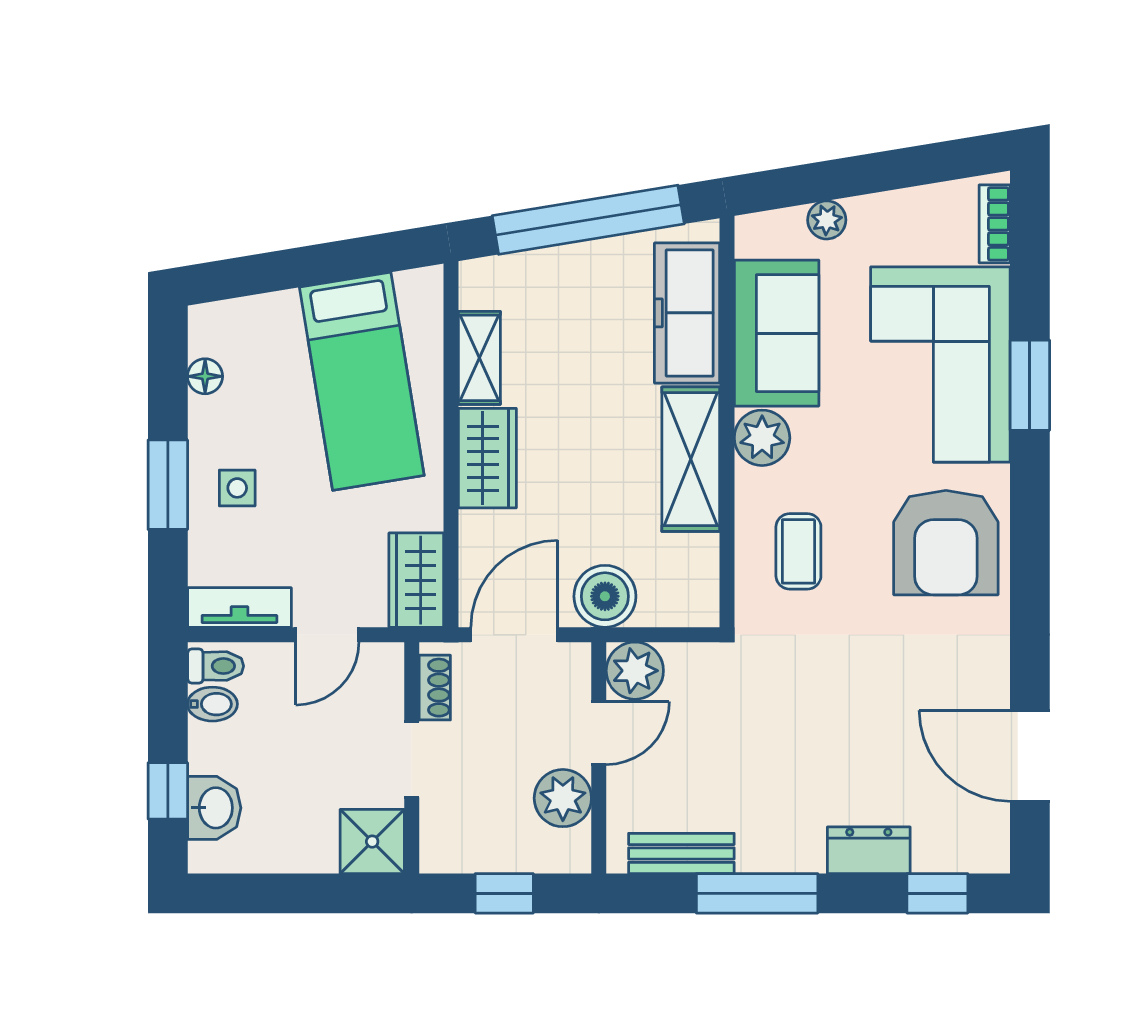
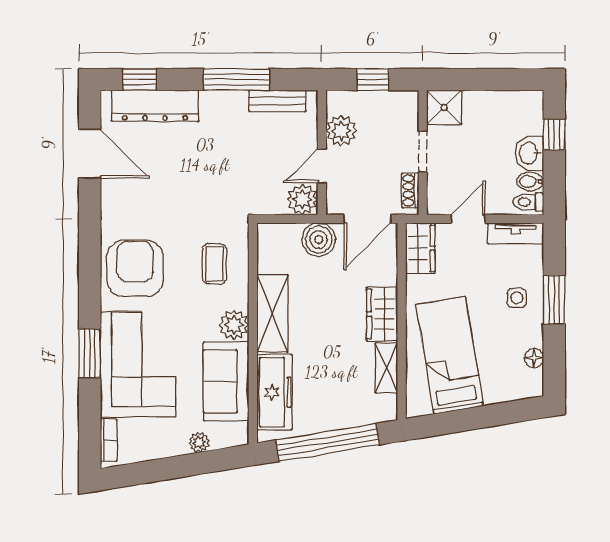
washbasin: (214, 808) -> (529, 153), moved
dresser: (869, 850) -> (155, 106), width x1.96, depth x1.24

